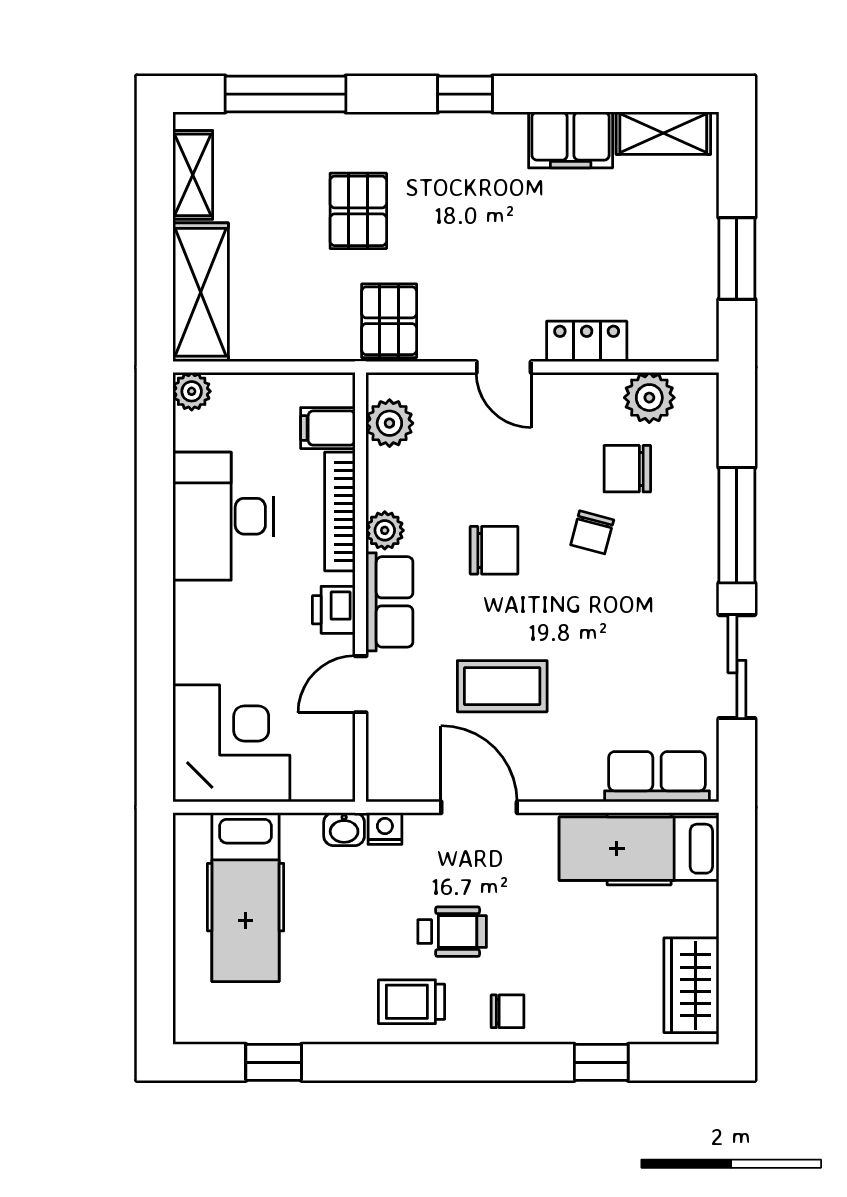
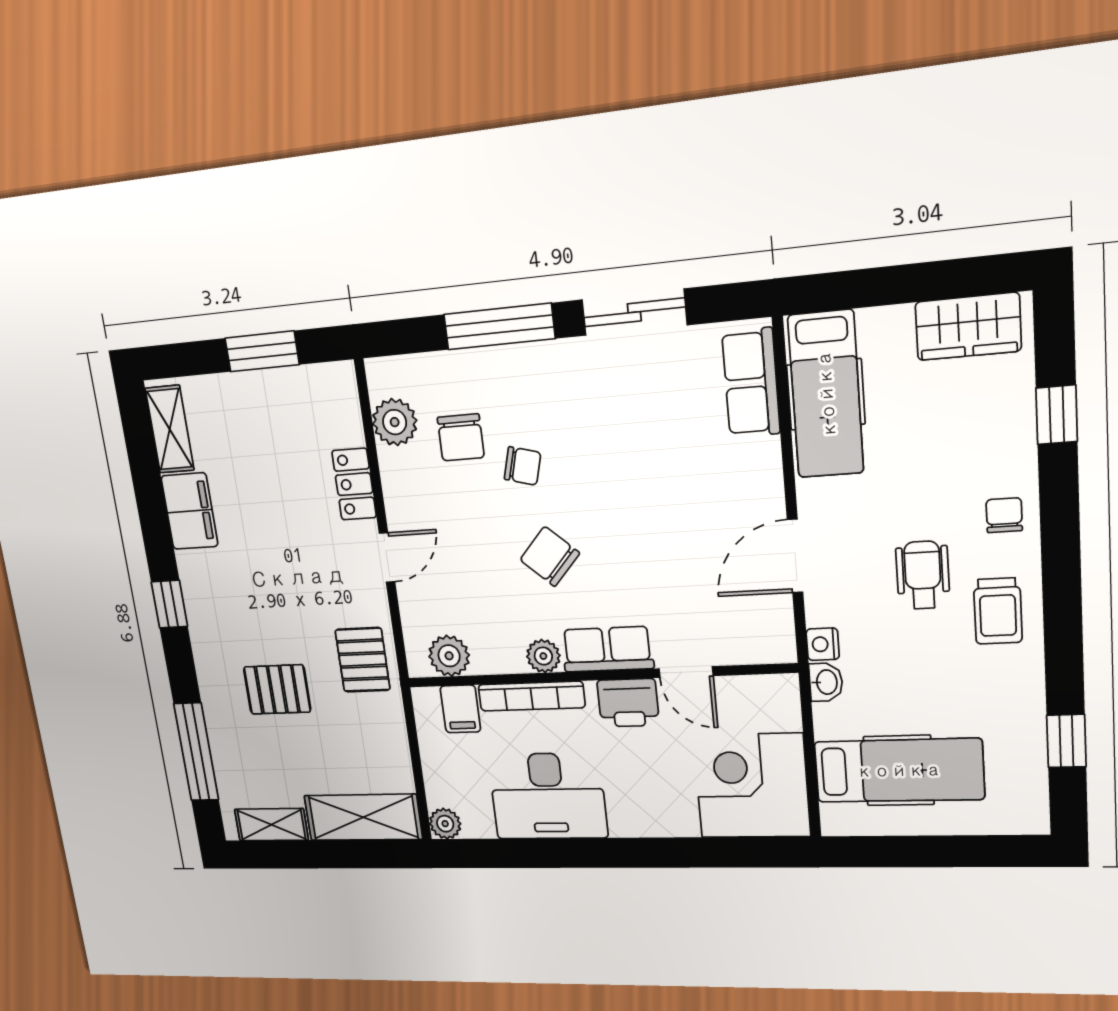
pallet: (389, 321) -> (363, 660), turned 90
chair: (494, 550) -> (550, 556), turned -48
printer: (334, 610) -> (628, 703), width x1.36, depth x1.24
coffee table: (502, 686) -> (675, 541), removed

